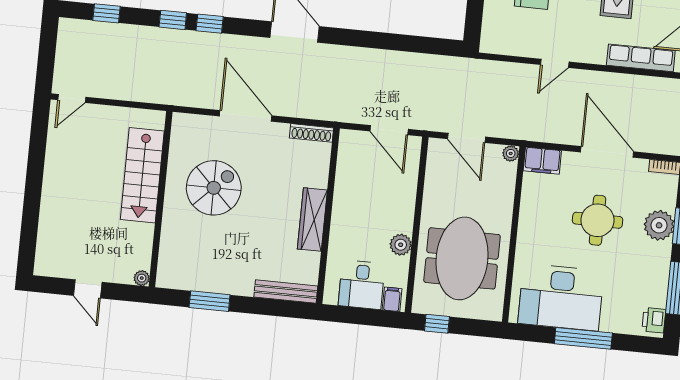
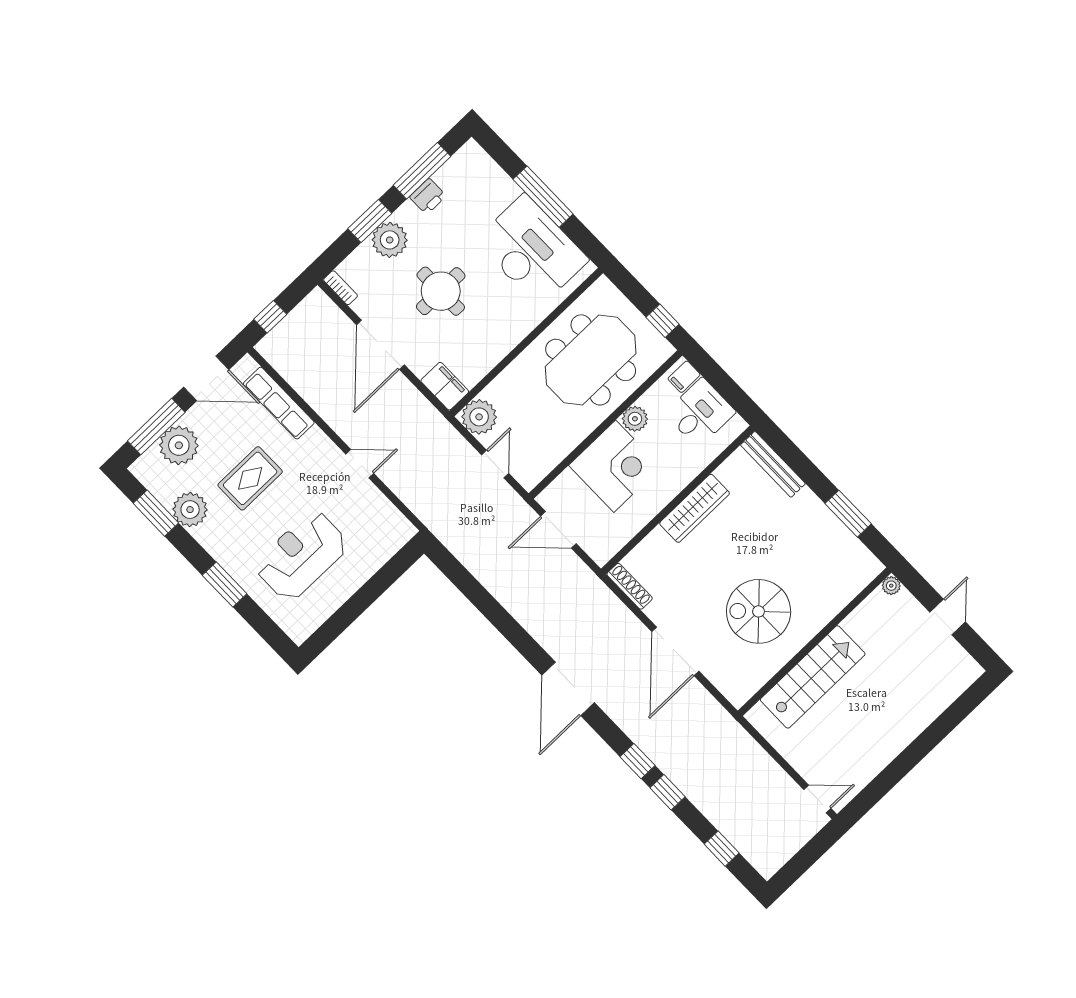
door: (389, 130) -> (558, 530), swing flipped
door: (466, 138) -> (495, 464), width x0.73
plant: (511, 153) -> (479, 417), width x1.87, depth x1.87
corner desk: (388, 203) -> (615, 466), added
printer: (654, 320) -> (428, 196), moved

